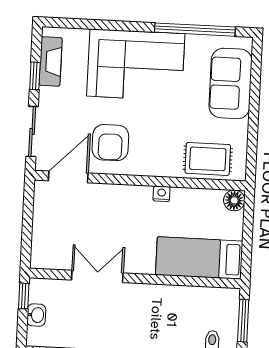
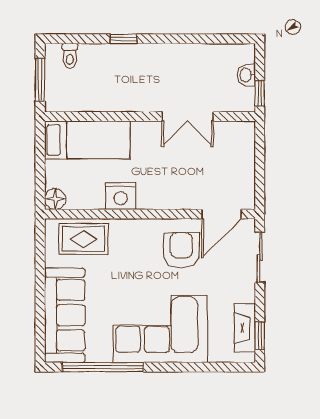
window: (35, 76) -> (260, 336), moved
sofa: (230, 83) -> (65, 315), width x1.36
nightstand: (162, 194) -> (121, 196), width x1.89, depth x1.79

